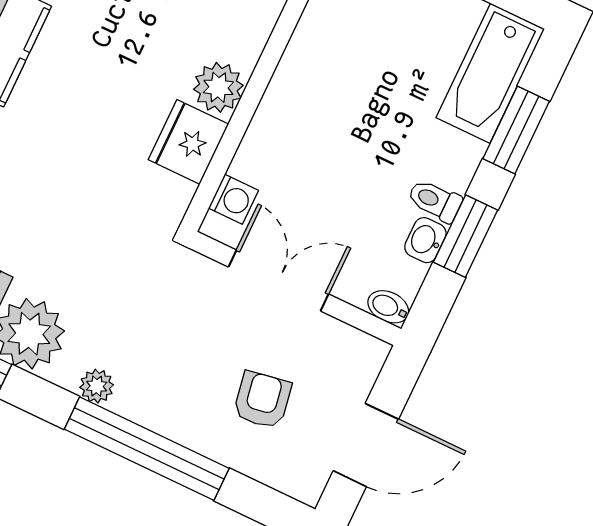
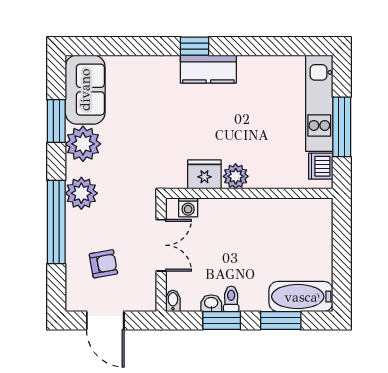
plant: (97, 386) -> (81, 193), width x1.88, depth x1.88

